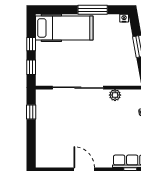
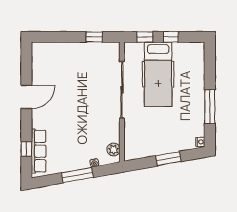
hospital bed: (64, 28) -> (158, 74), moved
plant: (115, 95) -> (113, 149), moved

